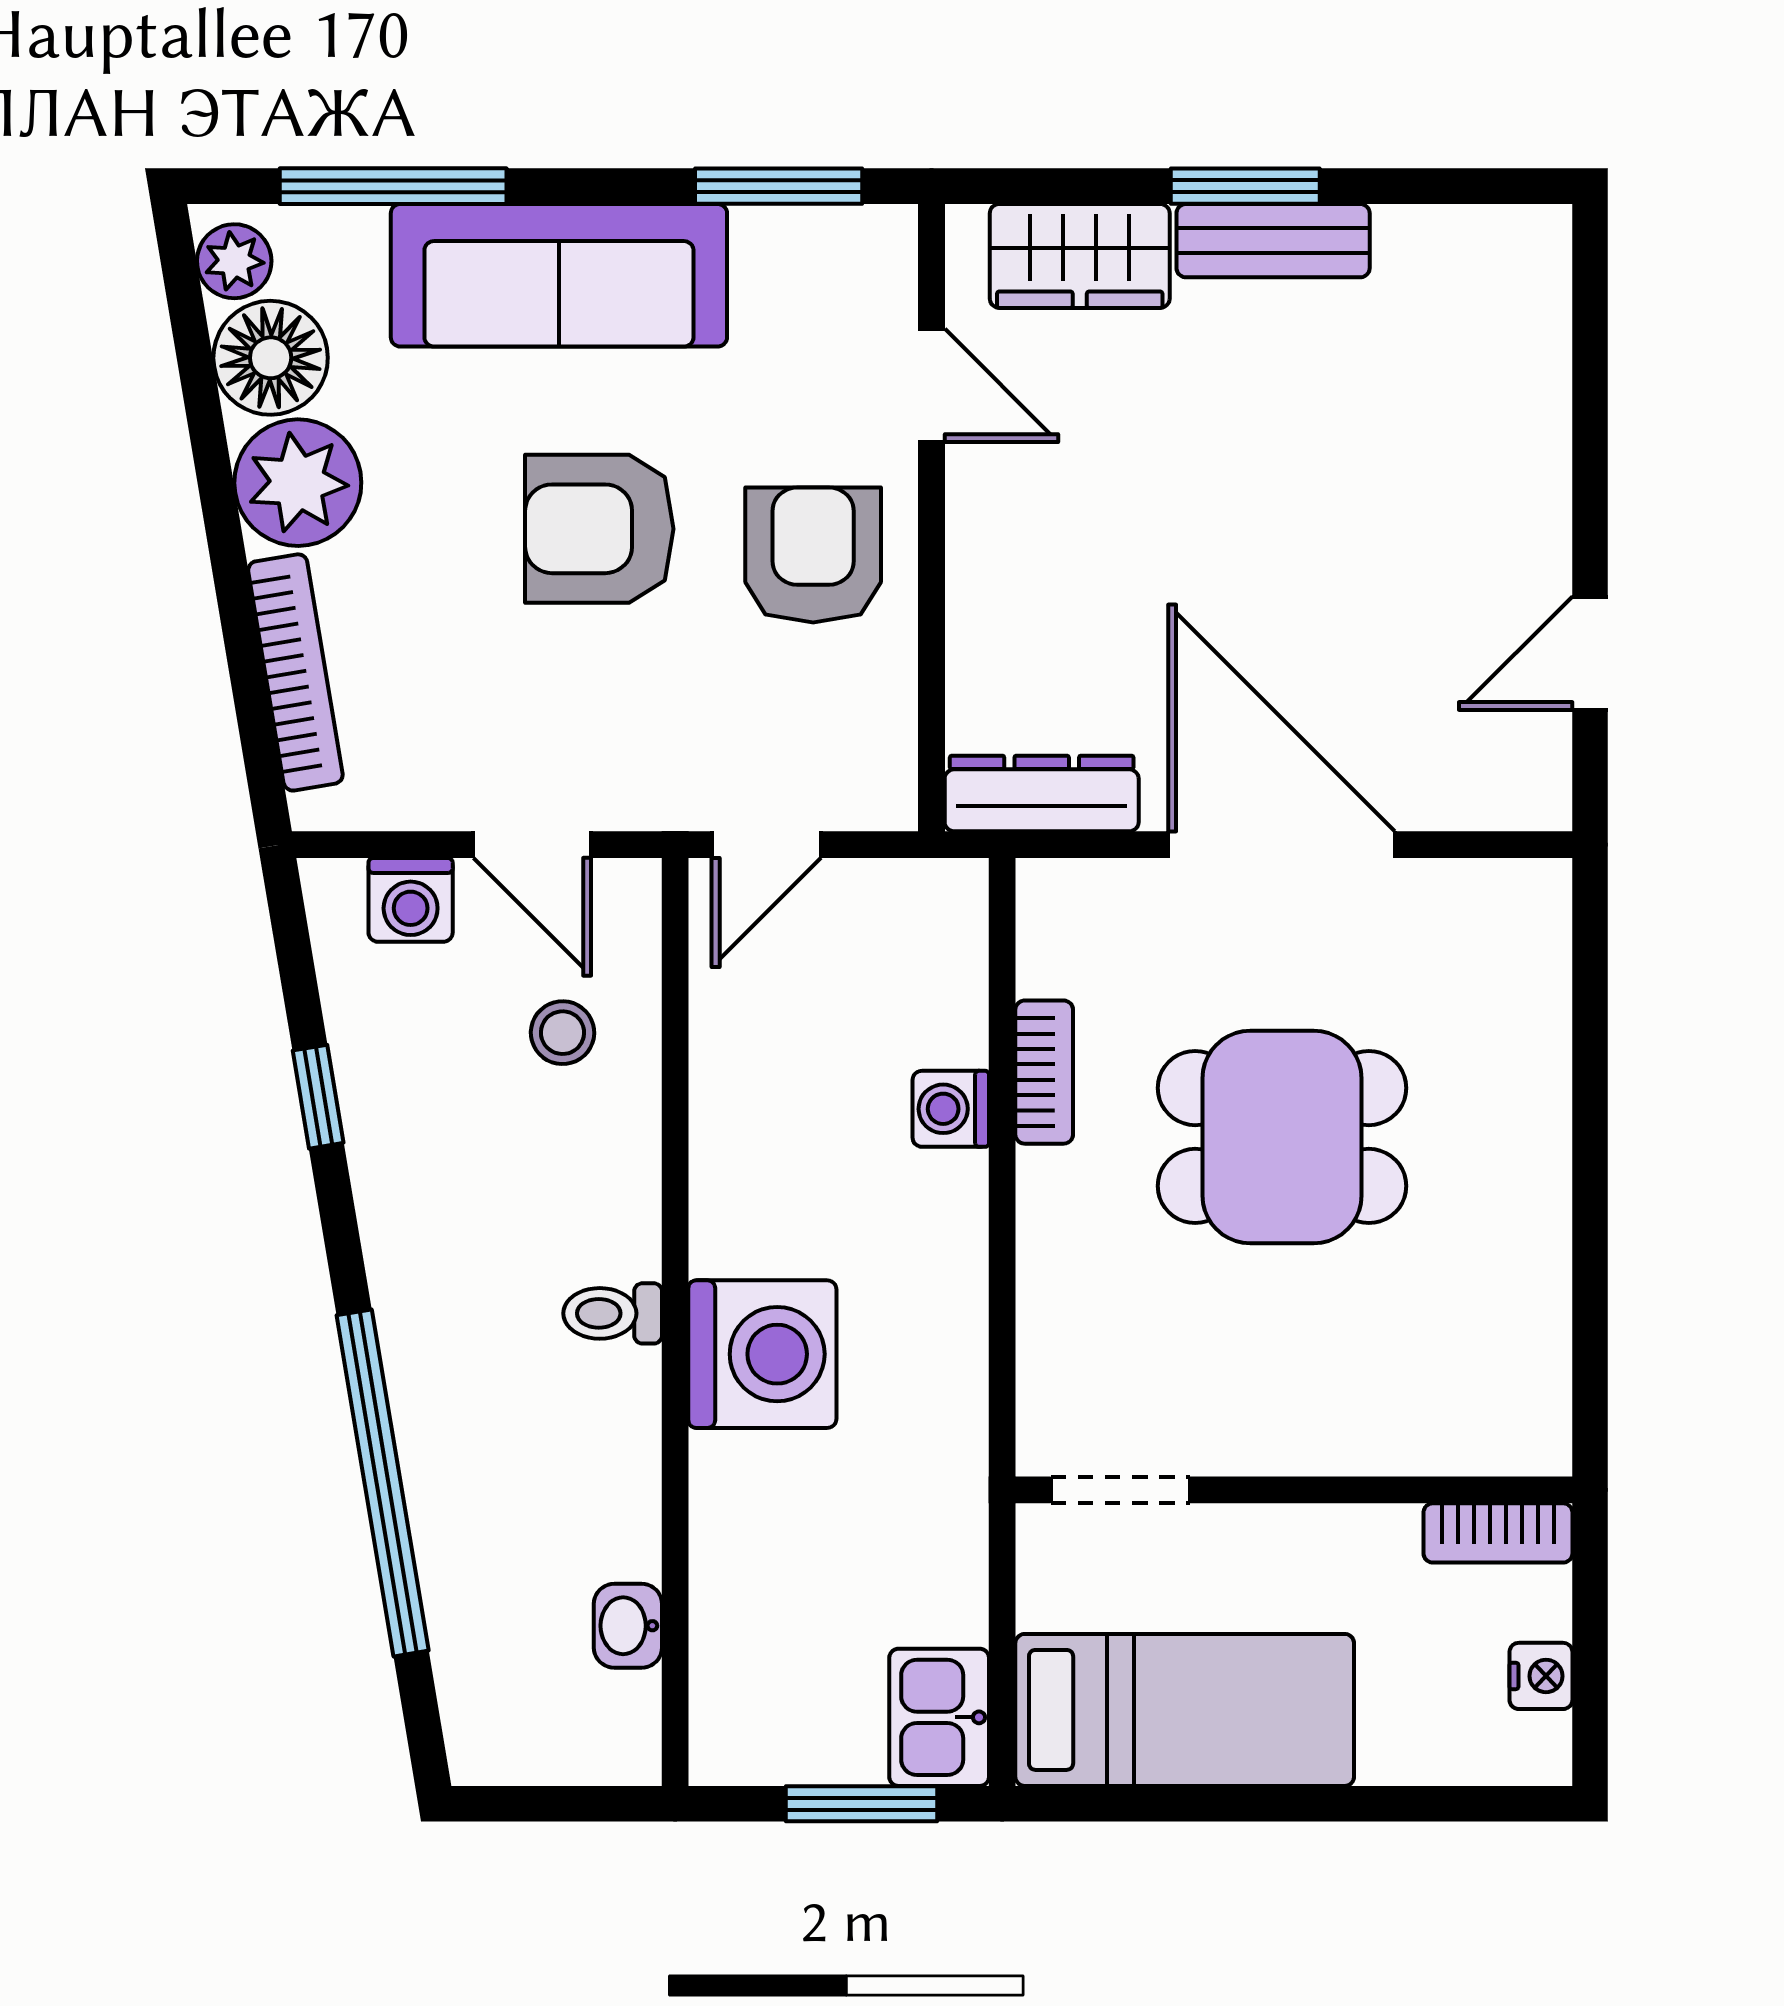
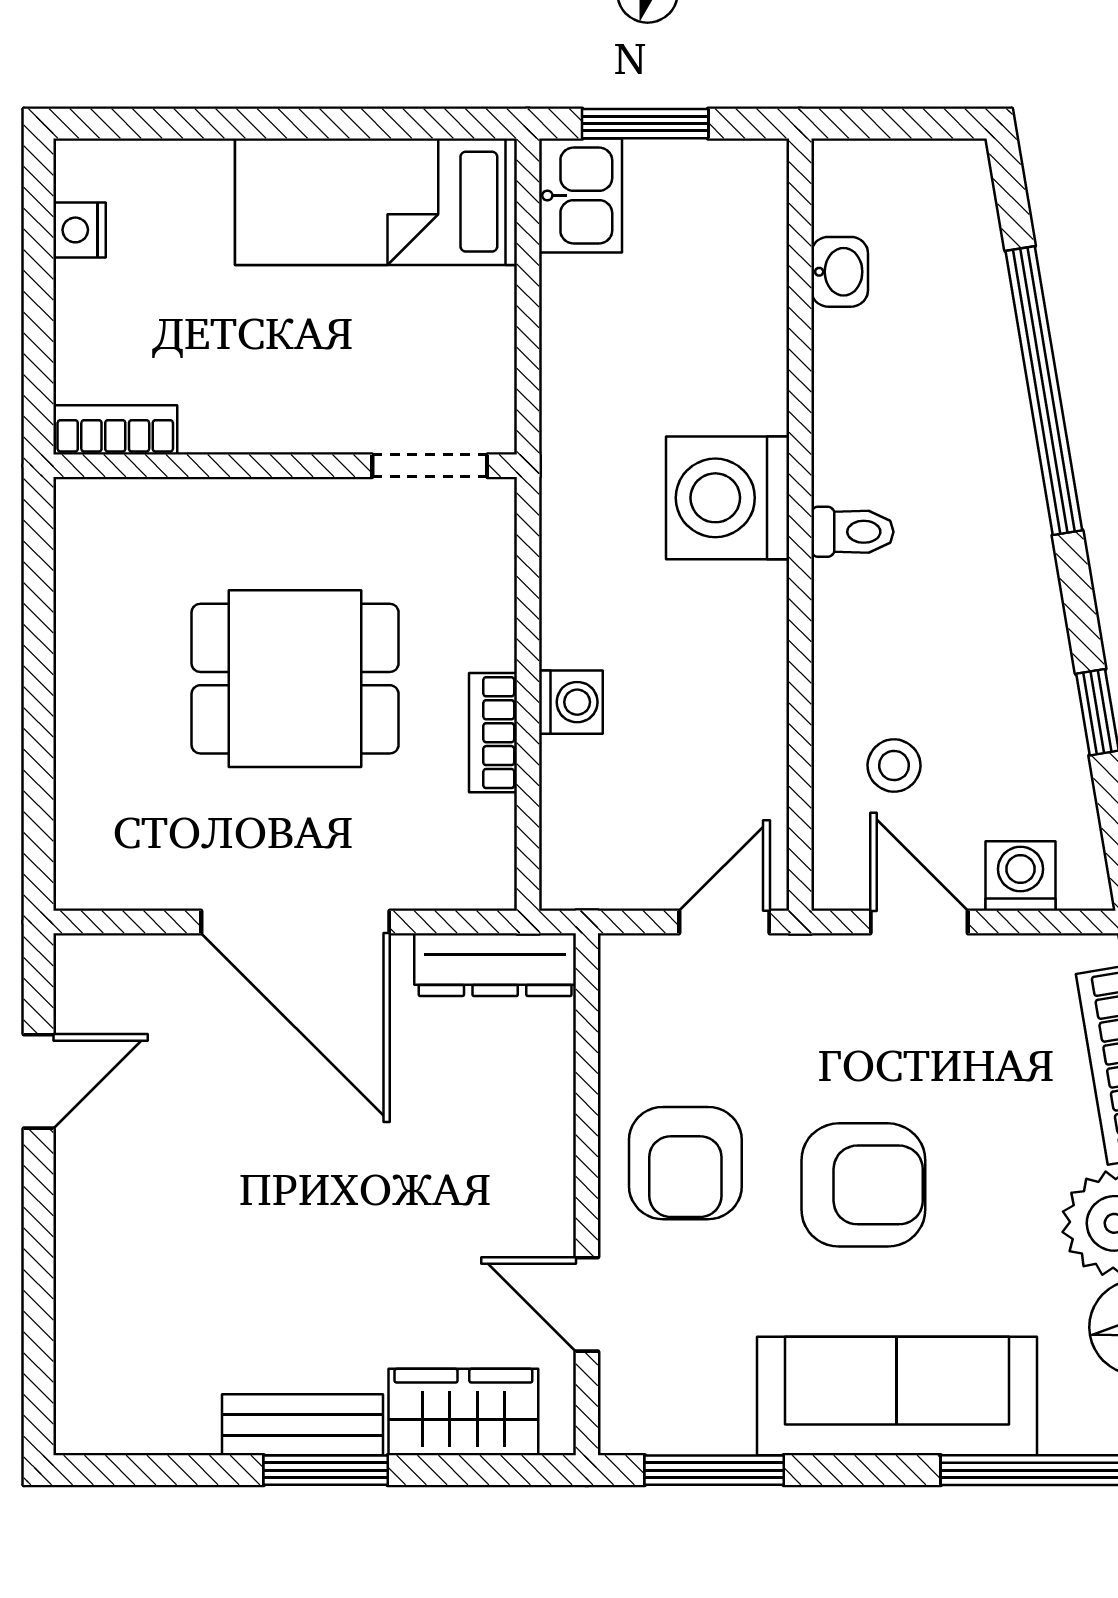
doorway: (1120, 1490) -> (430, 466), moved
wall: (1294, 1490) -> (285, 466), moved
bookcase: (1498, 1533) -> (115, 430), moved

